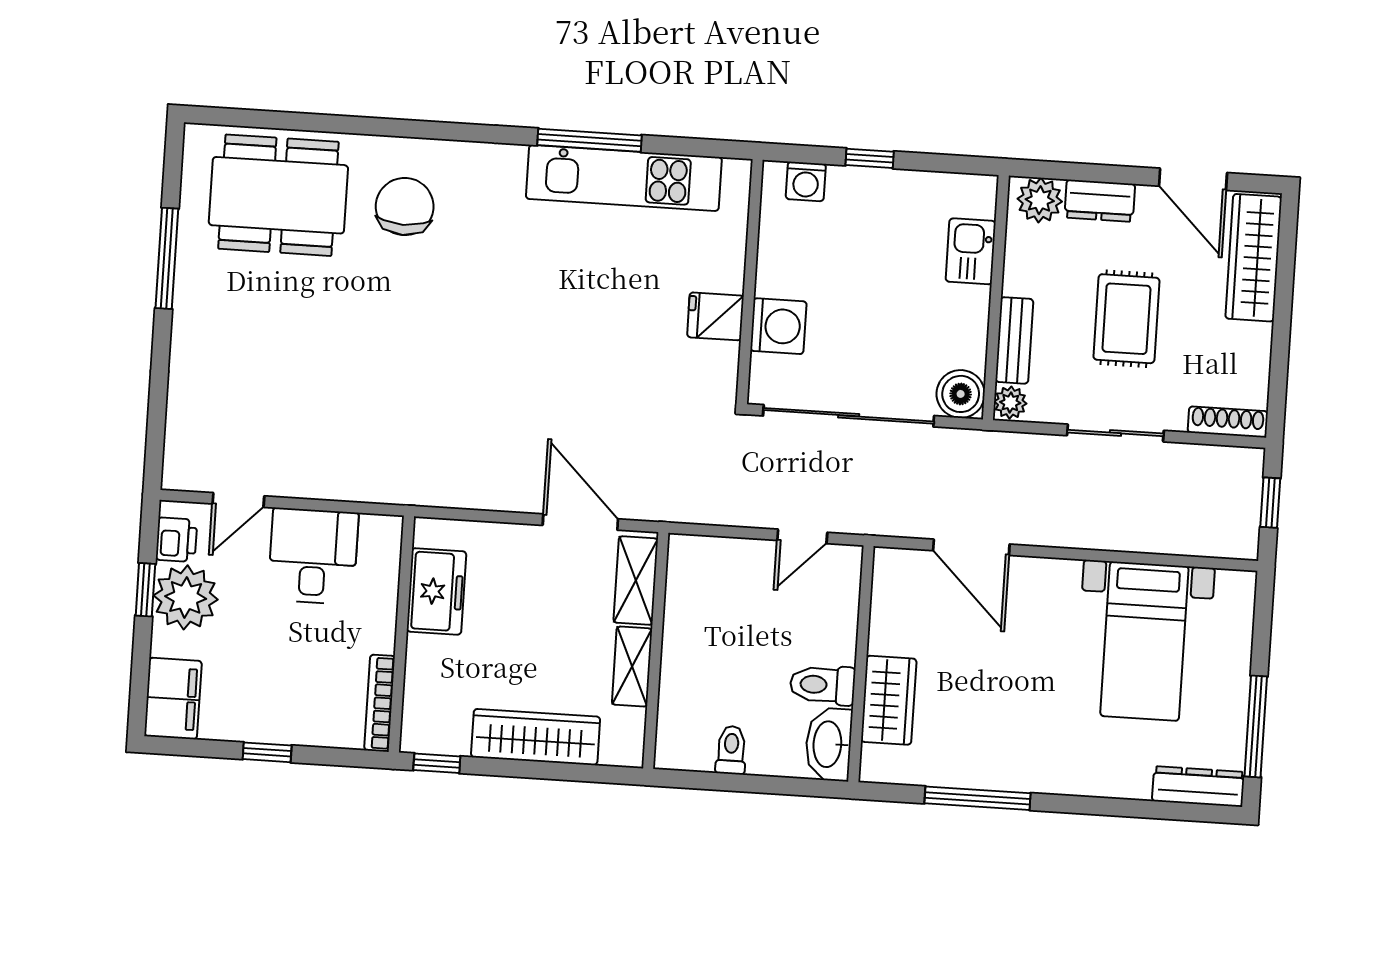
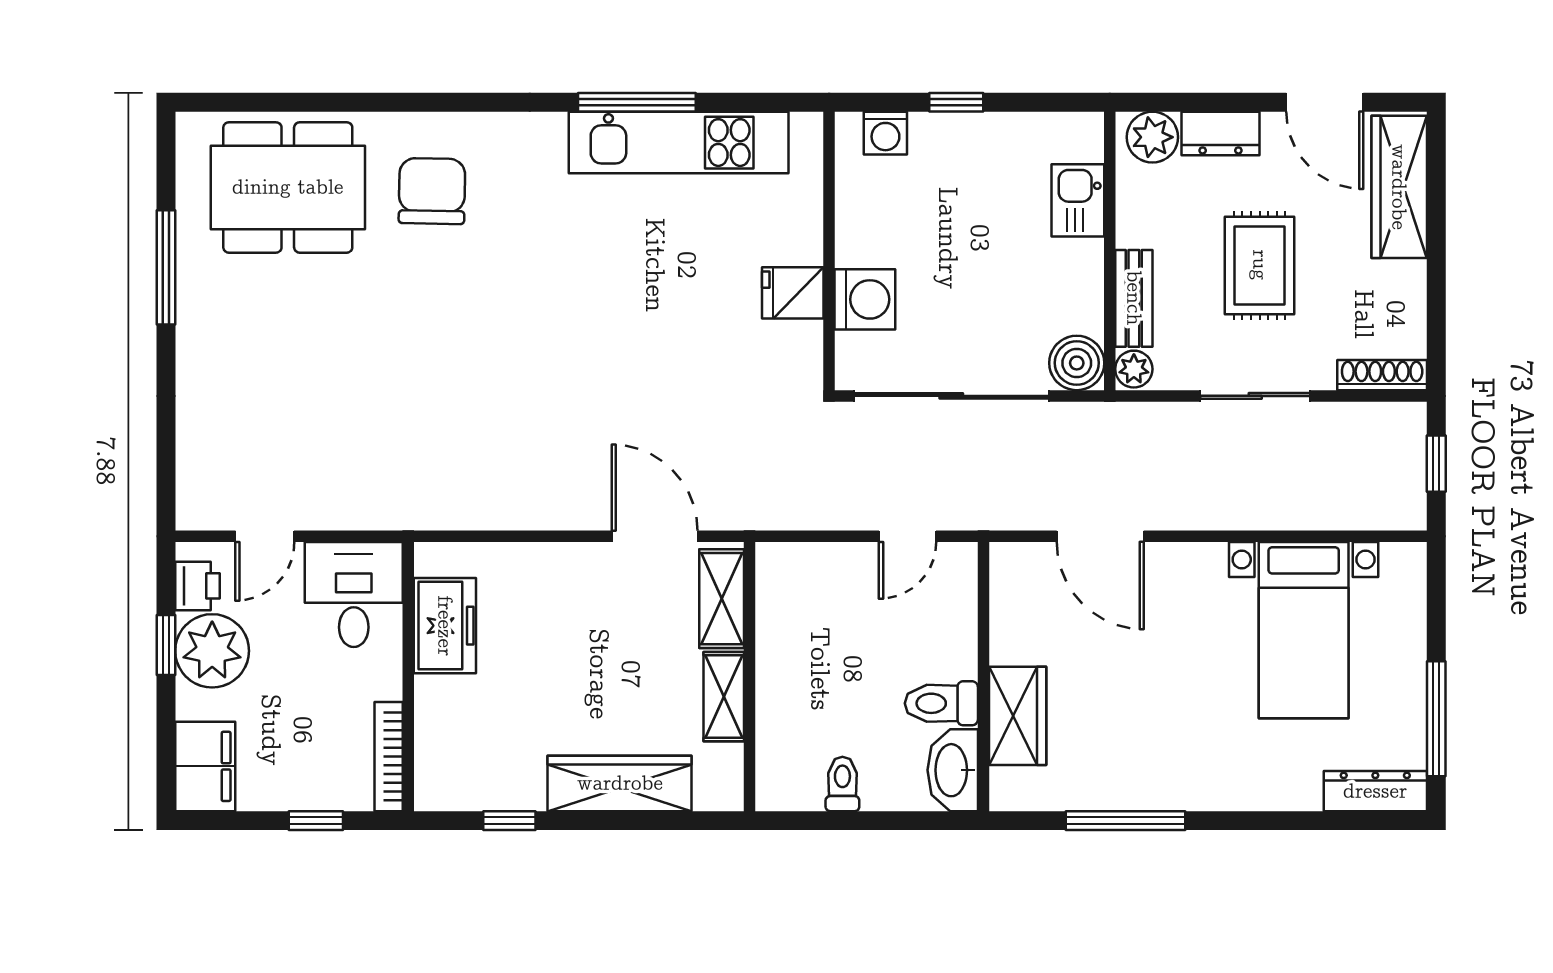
freezer: (436, 591) -> (445, 626), moved
wall: (401, 634) -> (408, 677), moved
bookcase: (380, 703) -> (389, 757), moved

